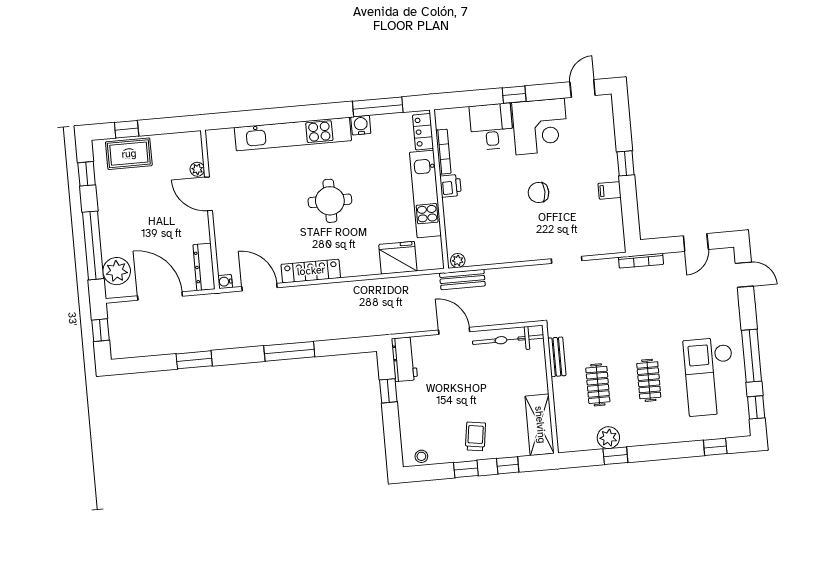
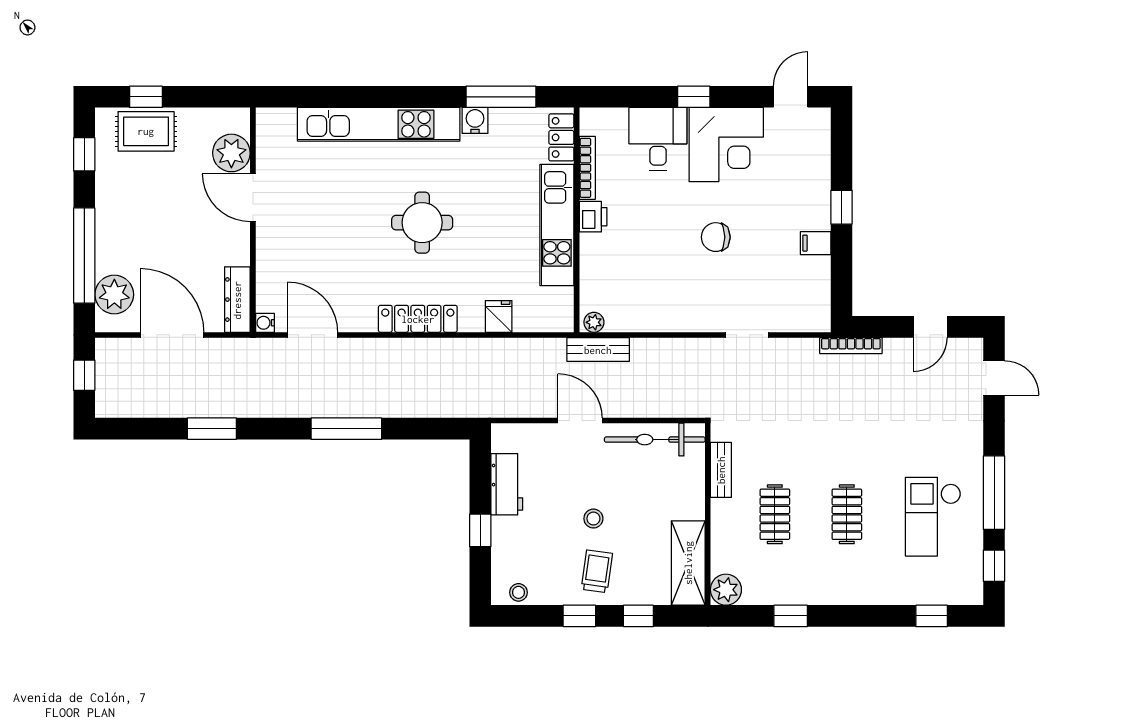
plant: (197, 169) -> (231, 153), width x1.87, depth x1.87
fridge: (398, 258) -> (499, 316), width x0.53, depth x0.75
locker: (311, 271) -> (418, 319), moved
workbench: (404, 359) -> (507, 484), moved
checkout: (710, 377) -> (933, 517), width x0.73, depth x0.83
window: (388, 391) -> (480, 530), moved
stool: (470, 399) -> (593, 519), added
plant: (608, 438) -> (726, 590), moved

